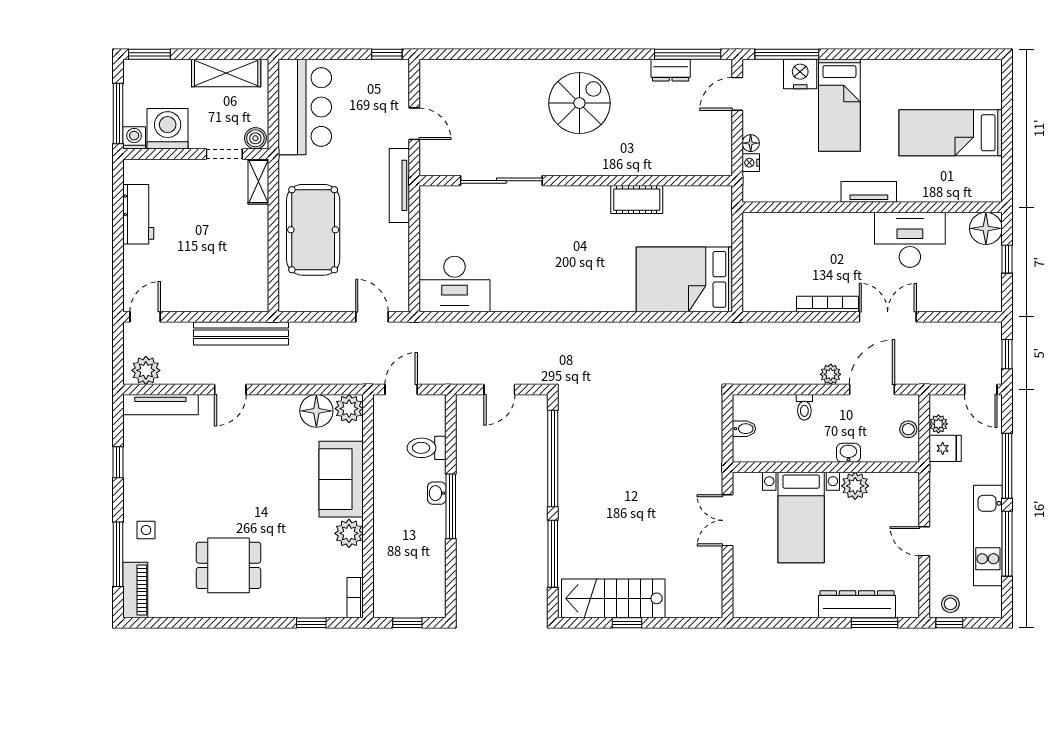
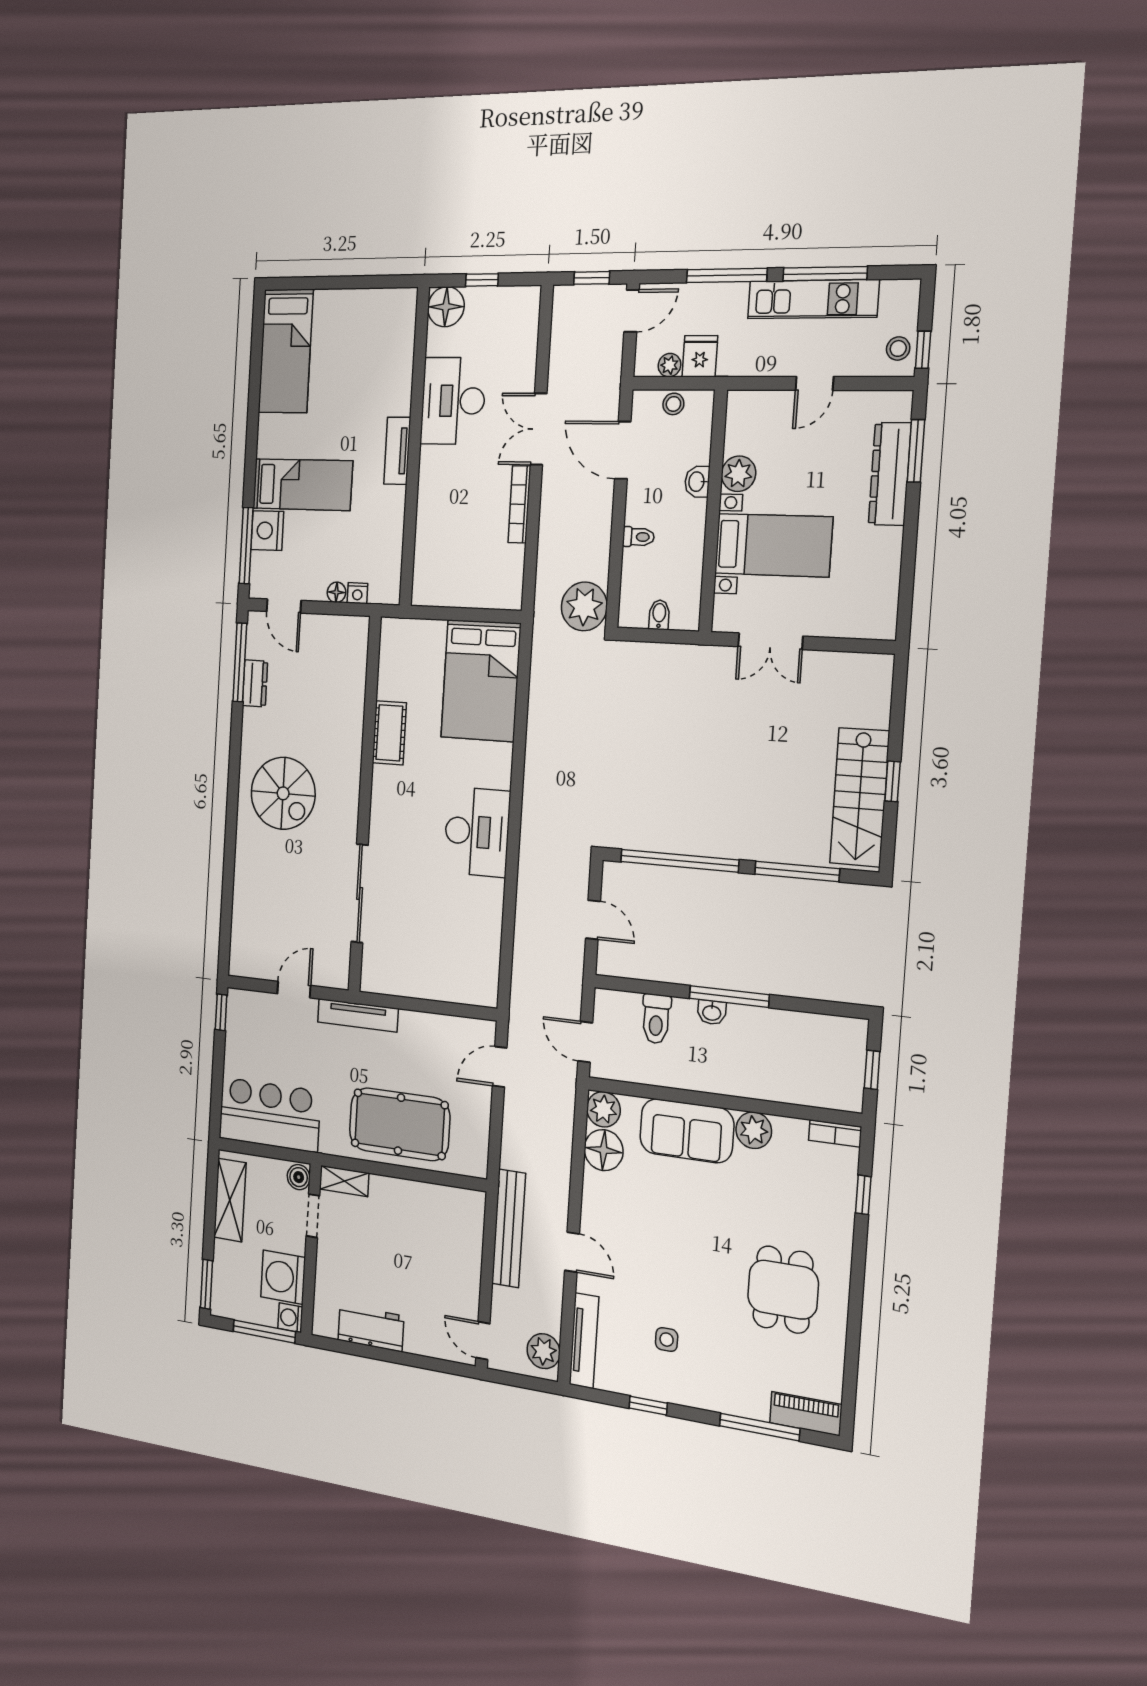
spiral stairs: (579, 103) -> (283, 793), turned 180
bed: (951, 133) -> (286, 351), moved
desk: (455, 284) -> (477, 832), moved
plant: (831, 374) -> (584, 606), moved, width x1.87, depth x1.87
side table: (146, 530) -> (667, 1340), moved

